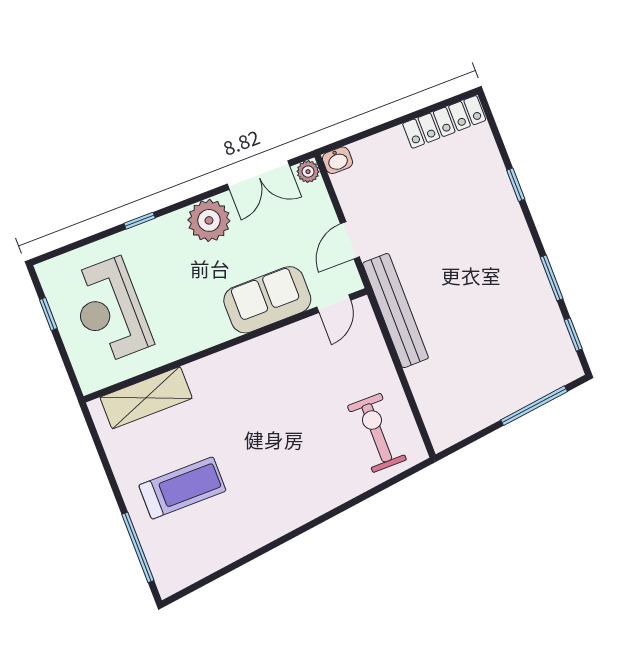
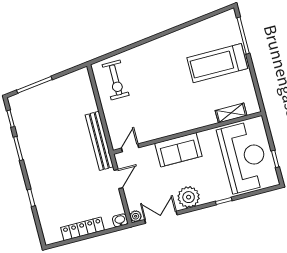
locker: (444, 122) -> (83, 229), moved
sofa: (267, 300) -> (178, 150), moved
reception desk: (110, 310) -> (244, 157), width x1.36, depth x1.30
shelving: (146, 398) -> (231, 113), width x0.67, depth x0.75
treadmill: (182, 488) -> (217, 63), width x1.37, depth x1.38

